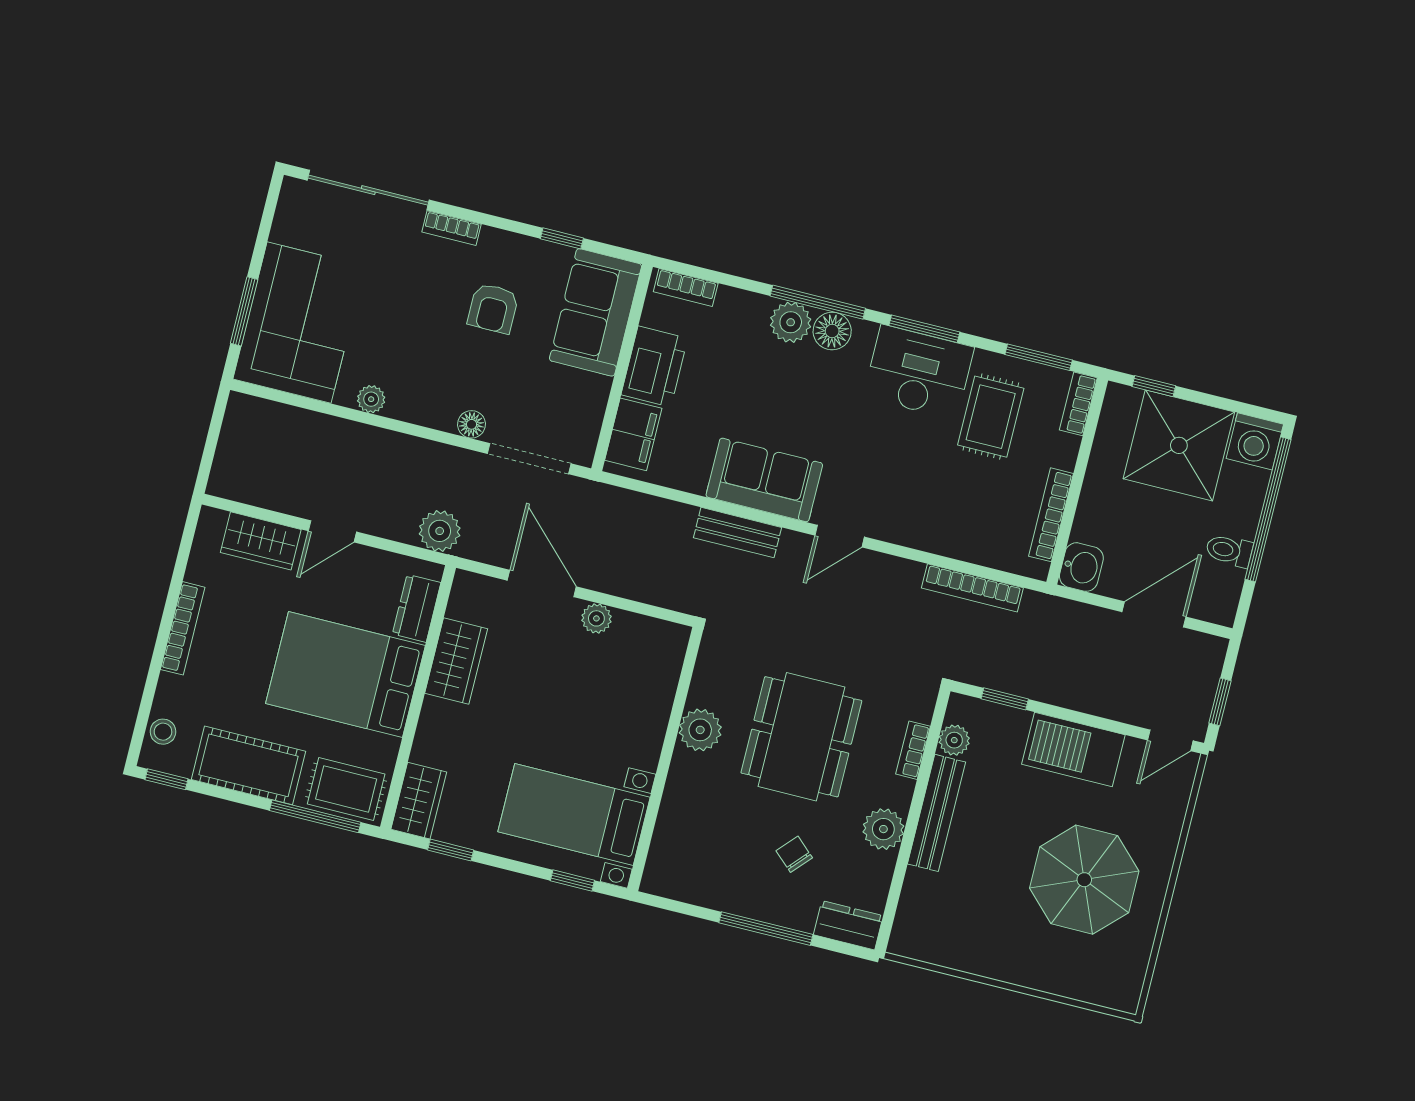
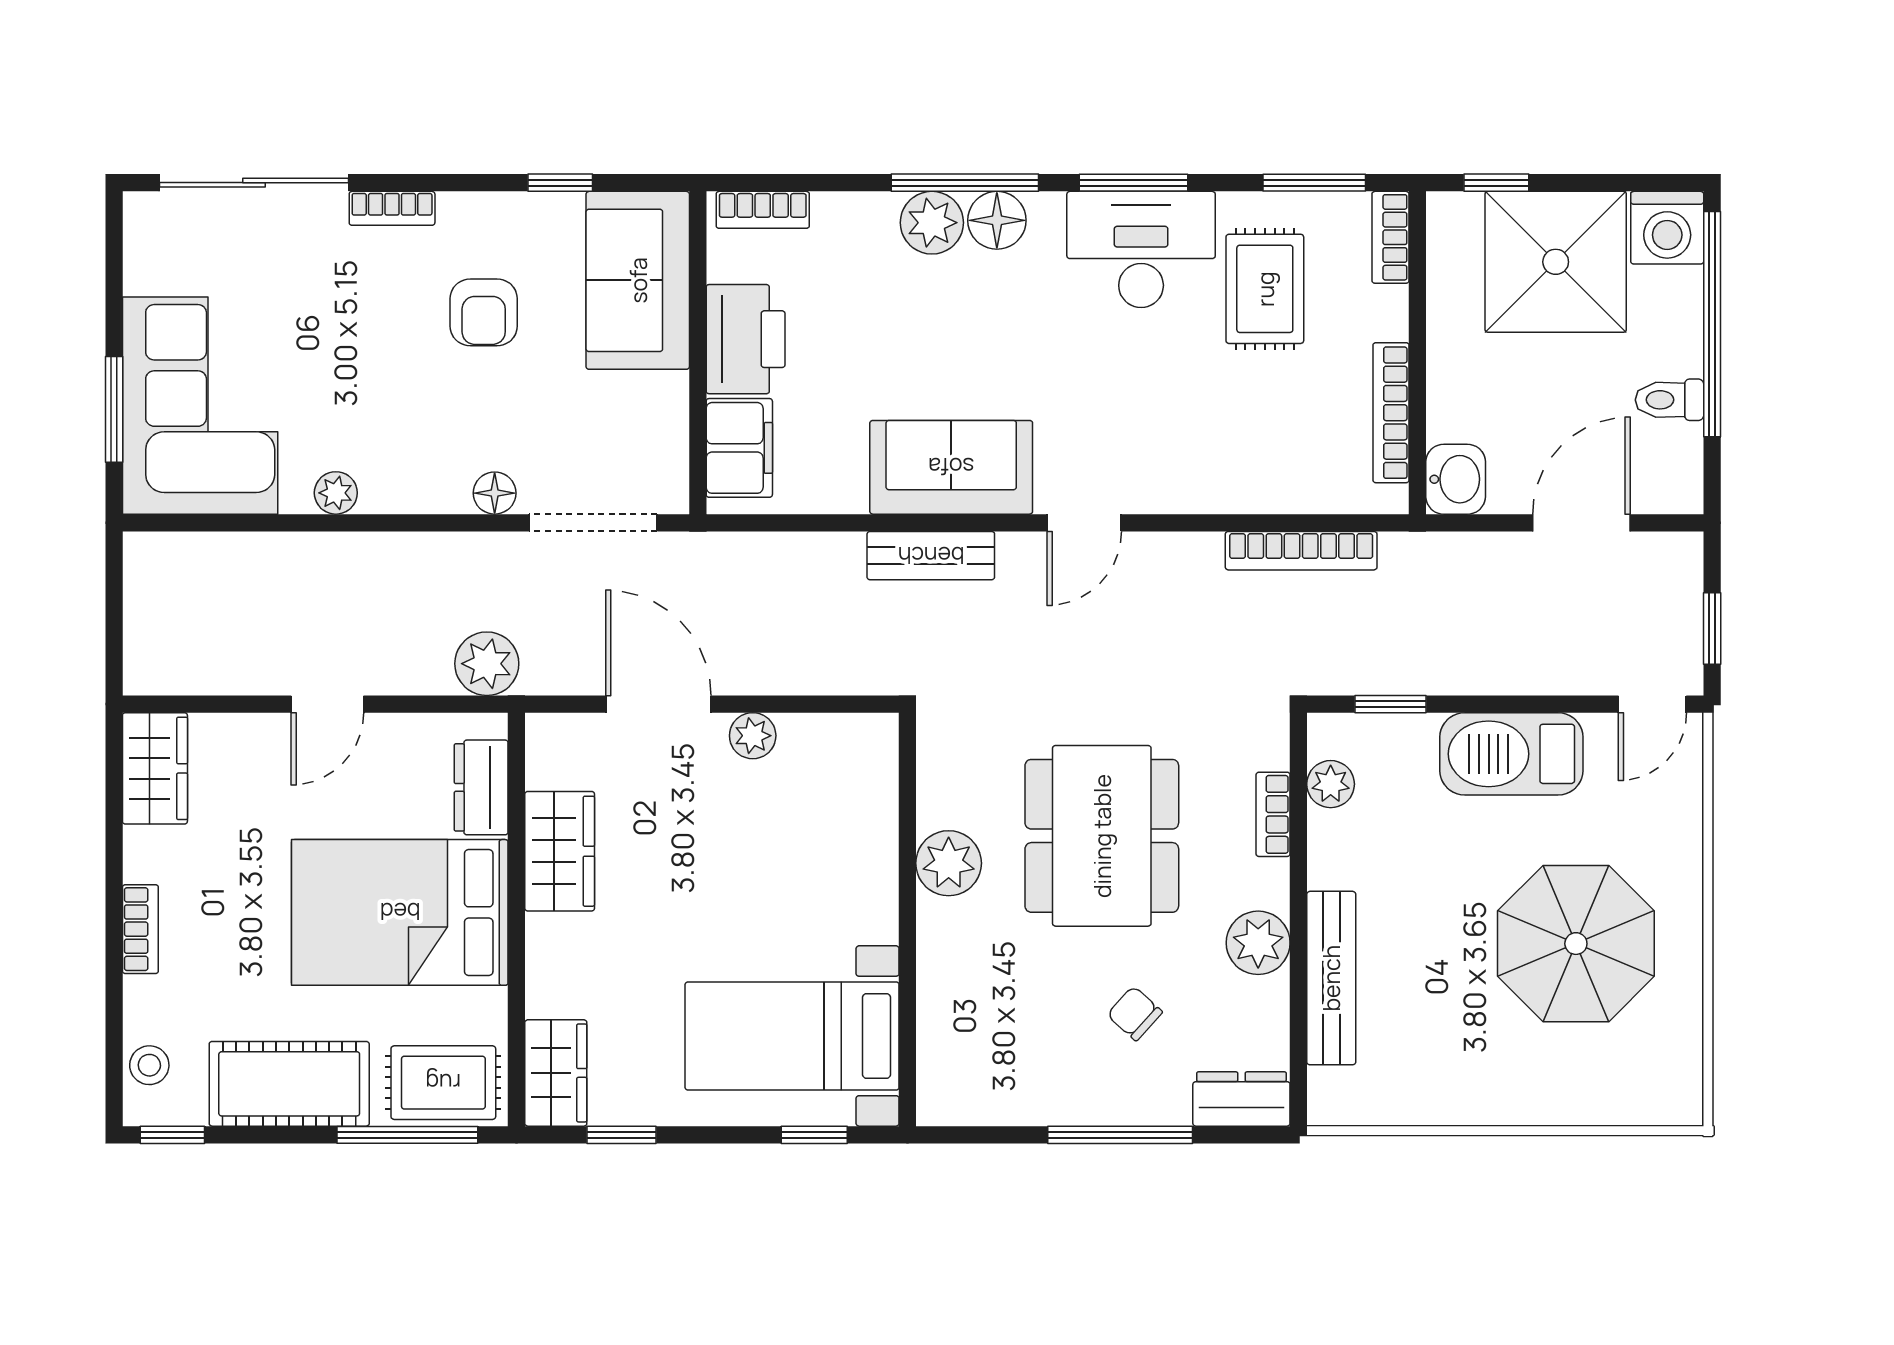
wardrobe: (261, 541) -> (155, 768), moved, turned -90
bookcase: (183, 628) -> (140, 929), width x0.64
bench: (937, 813) -> (1331, 978), moved

